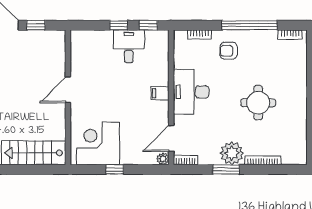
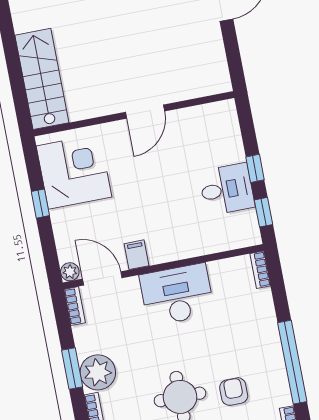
window: (36, 25) -> (231, 46), removed
bookcase: (199, 35) -> (260, 270), moved
armchair: (229, 51) -> (234, 392), moved
door: (68, 90) -> (145, 112), swing flipped
filing cabinet: (160, 93) -> (136, 255), moved

